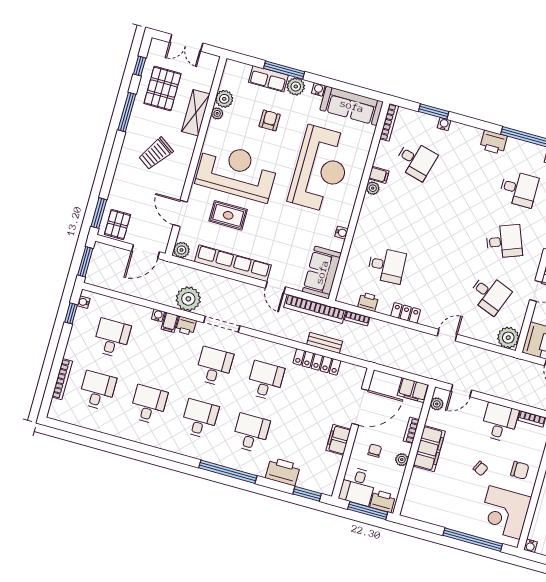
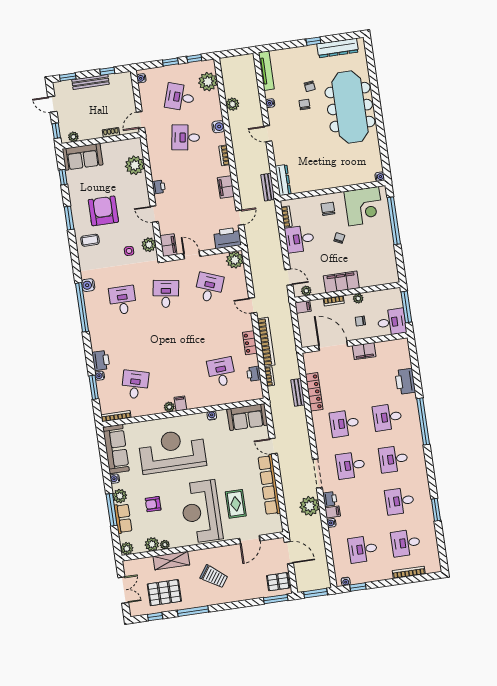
printer: (493, 142) -> (101, 360), moved
filing cabinet: (379, 175) -> (180, 404), moved
desk: (504, 241) -> (166, 294), turned 30
plant: (181, 250) -> (127, 549), moved
door: (275, 288) -> (273, 446), swing flipped
bookcase: (315, 309) -> (266, 342), moved
filing cabinet: (413, 390) -> (303, 307), width x0.50
window: (307, 494) -> (436, 510), moved
printer: (383, 501) -> (395, 299), removed

